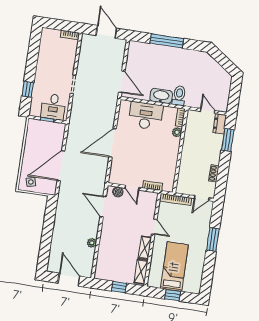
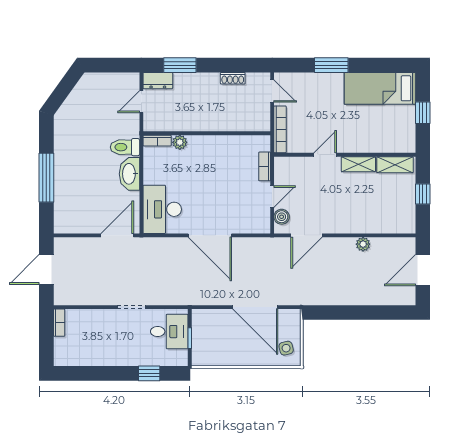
desk: (146, 116) -> (162, 209), moved
bed: (174, 267) -> (380, 88), moved

